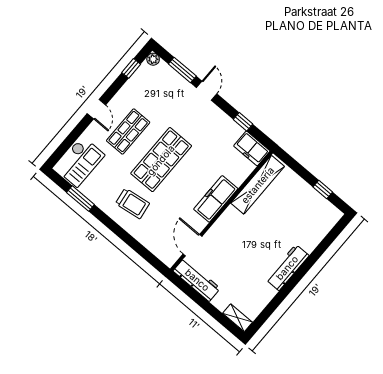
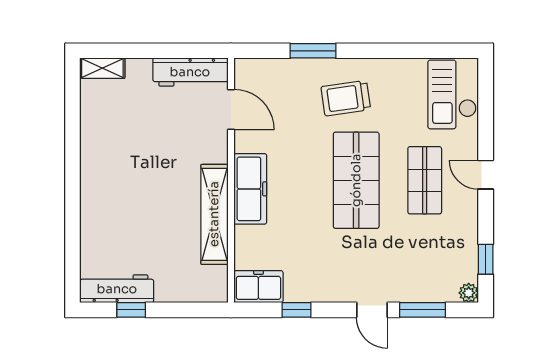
shelving: (258, 185) -> (214, 214), moved
window: (80, 199) -> (313, 51), moved
workbench: (287, 268) -> (117, 289), moved, turned -90

